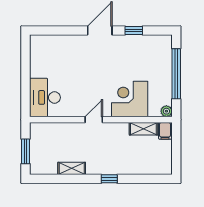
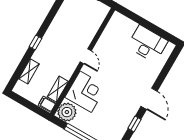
desk: (45, 97) -> (147, 44), moved
plant: (166, 111) -> (67, 112), width x1.87, depth x1.87
shelving: (72, 168) -> (29, 71), moved

